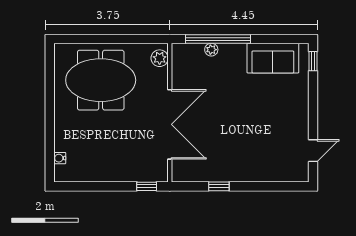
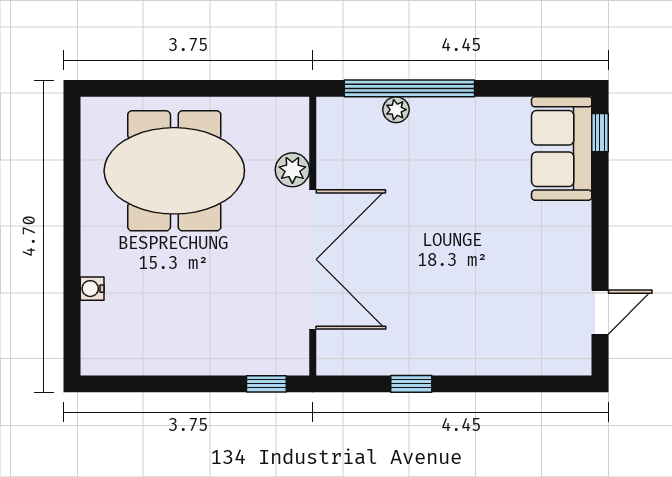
plant: (160, 58) -> (292, 170), moved
sofa: (273, 58) -> (562, 148), moved, turned 90
water cooler: (60, 158) -> (92, 289), moved

